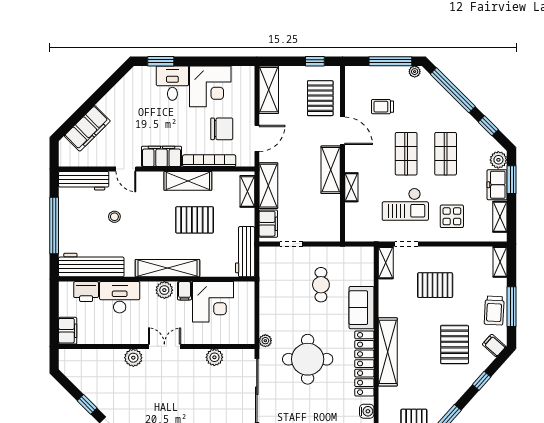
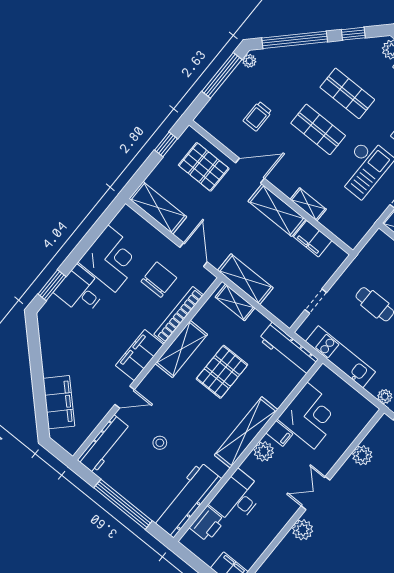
filing cabinet: (268, 224) -> (313, 239), moved, turned 180
kitchen unit: (268, 290) -> (340, 357), added

